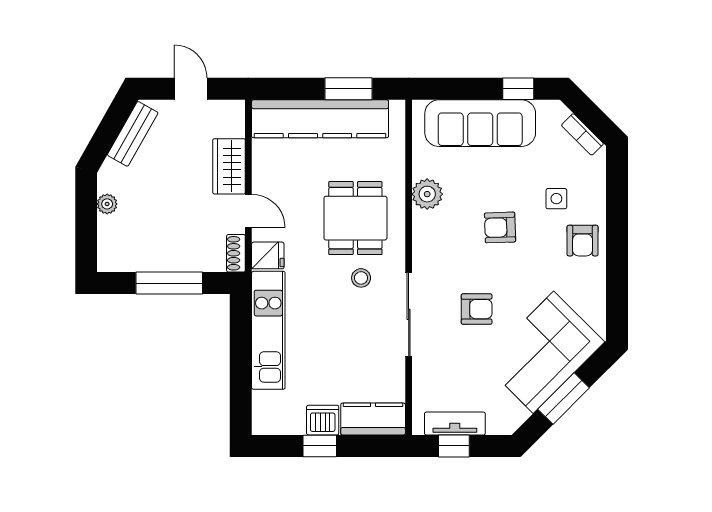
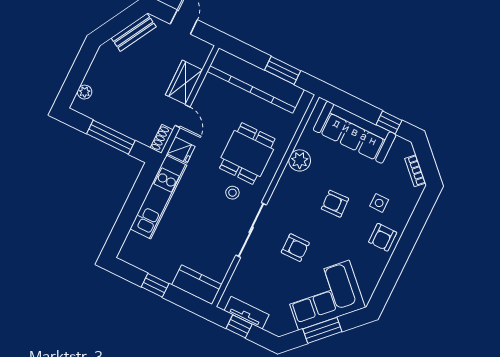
plant: (107, 204) -> (85, 92), moved
dishwasher: (323, 420) -> (165, 270), removed

